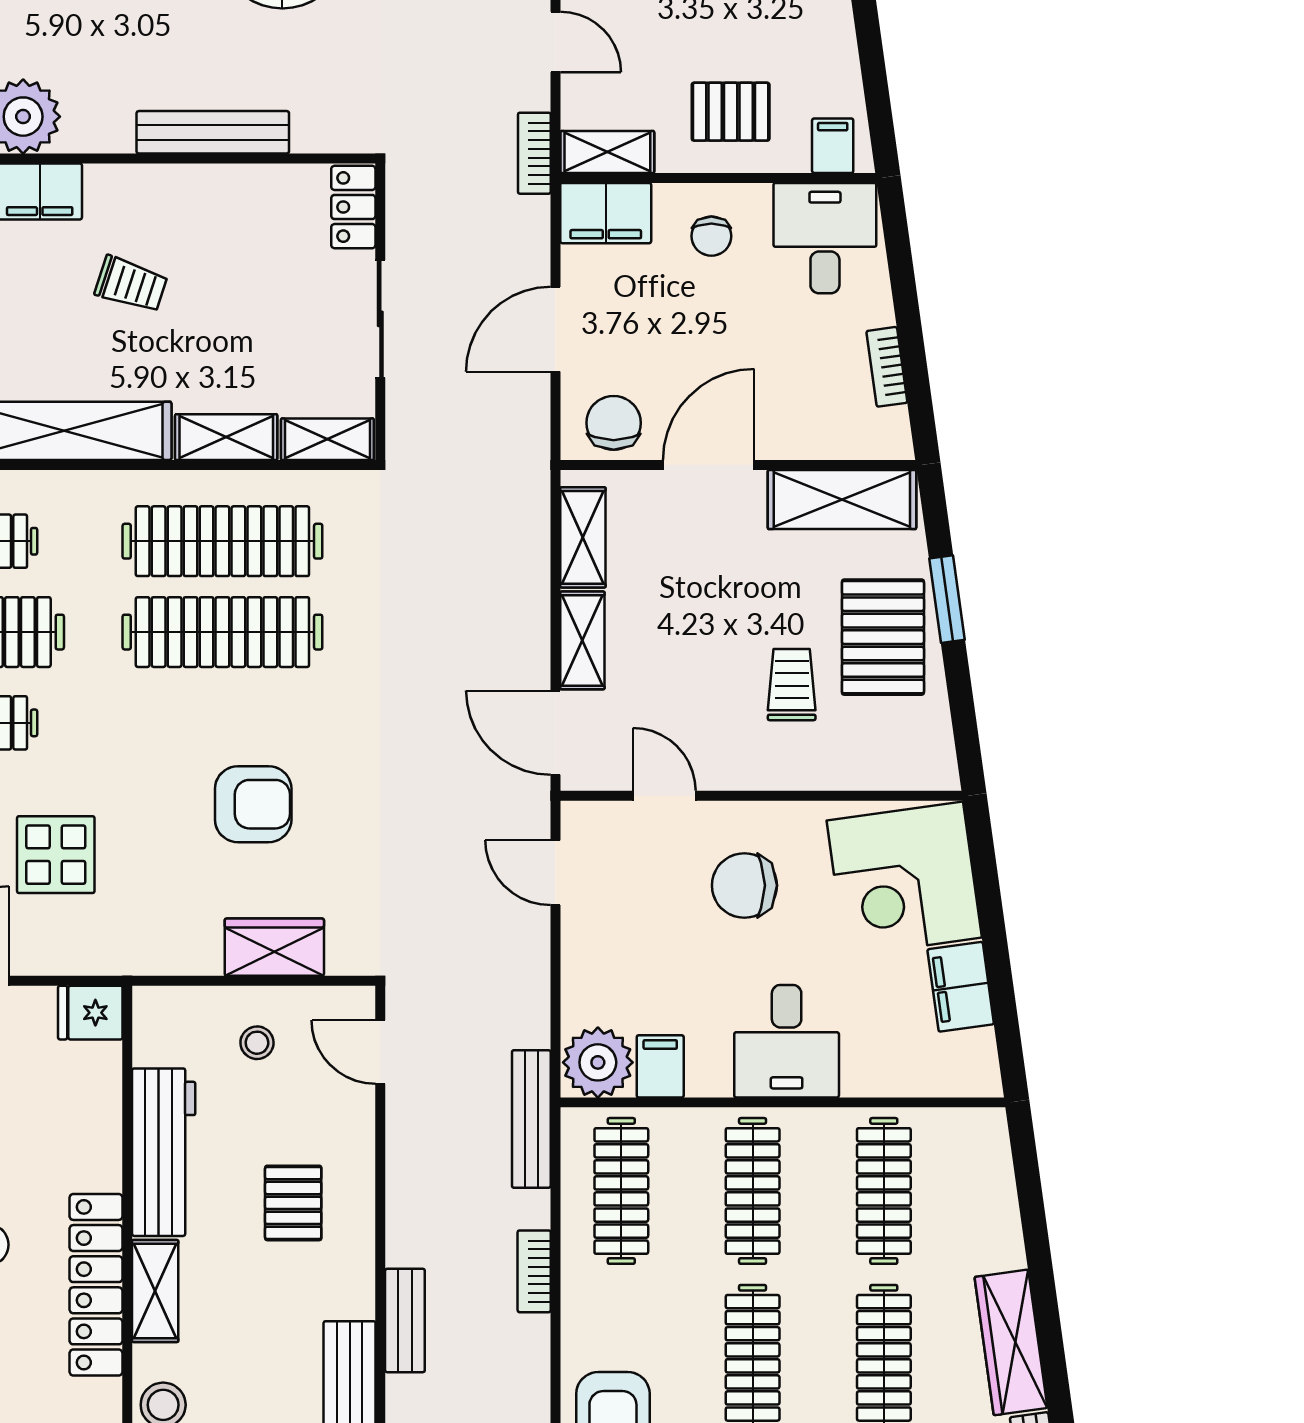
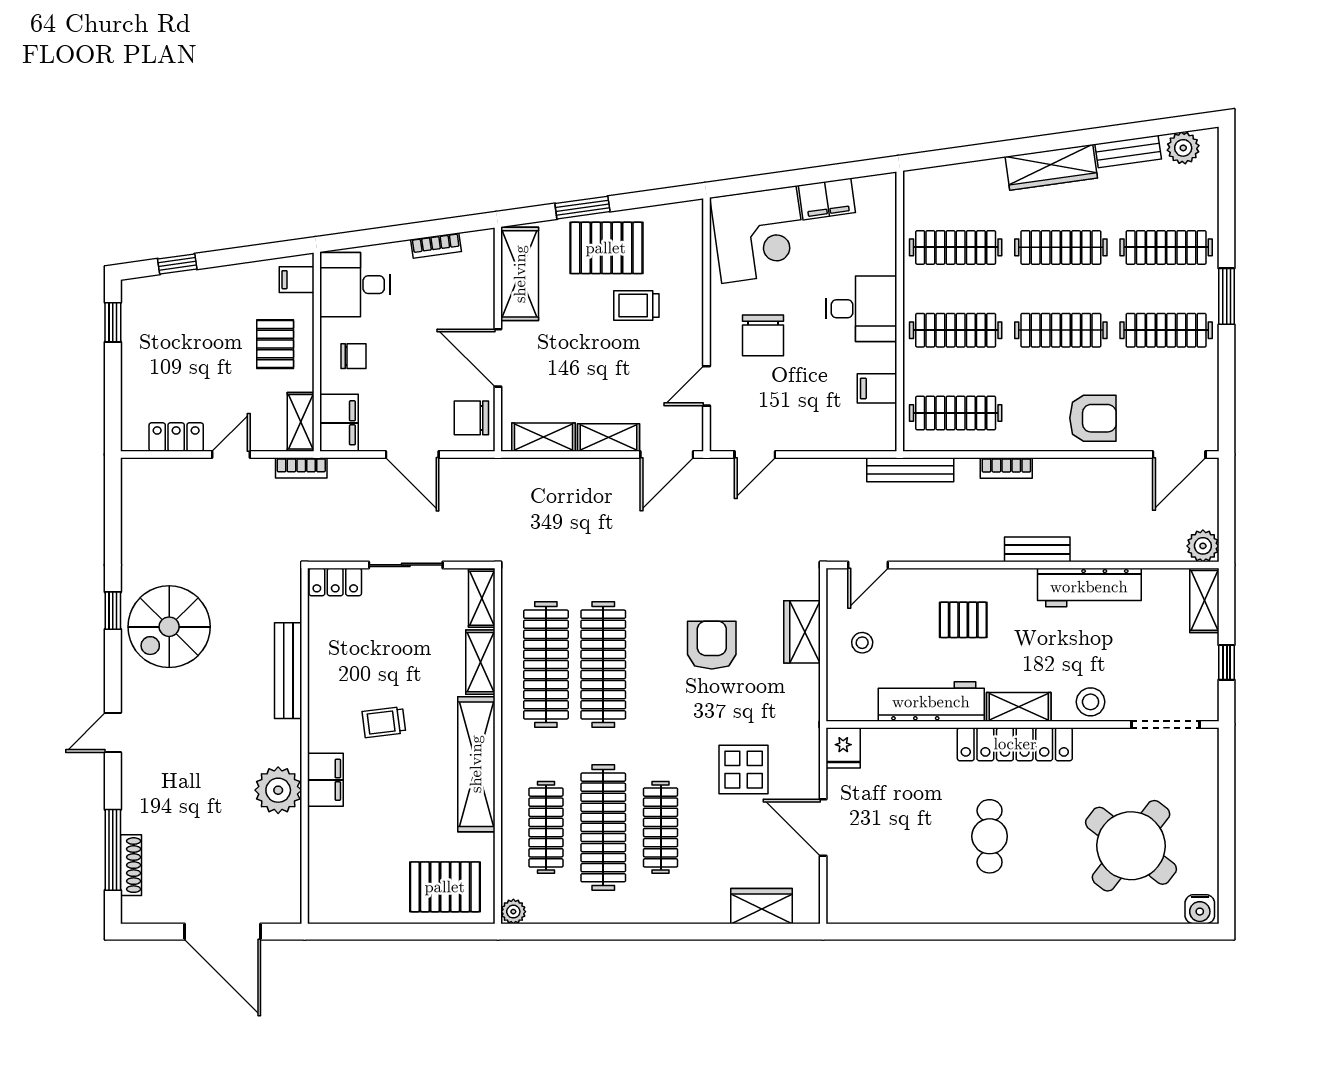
trolley: (131, 284) -> (384, 722), turned -115
plant: (598, 1062) -> (875, 428), removed

